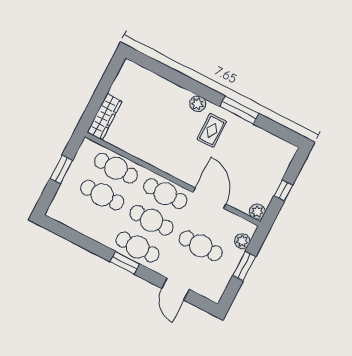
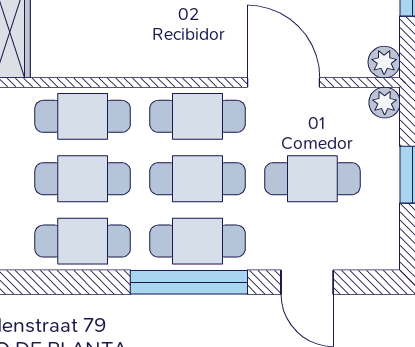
cafe table: (88, 222) -> (83, 241), added
plant: (242, 241) -> (385, 103), moved
window: (125, 263) -> (189, 282), width x2.11

